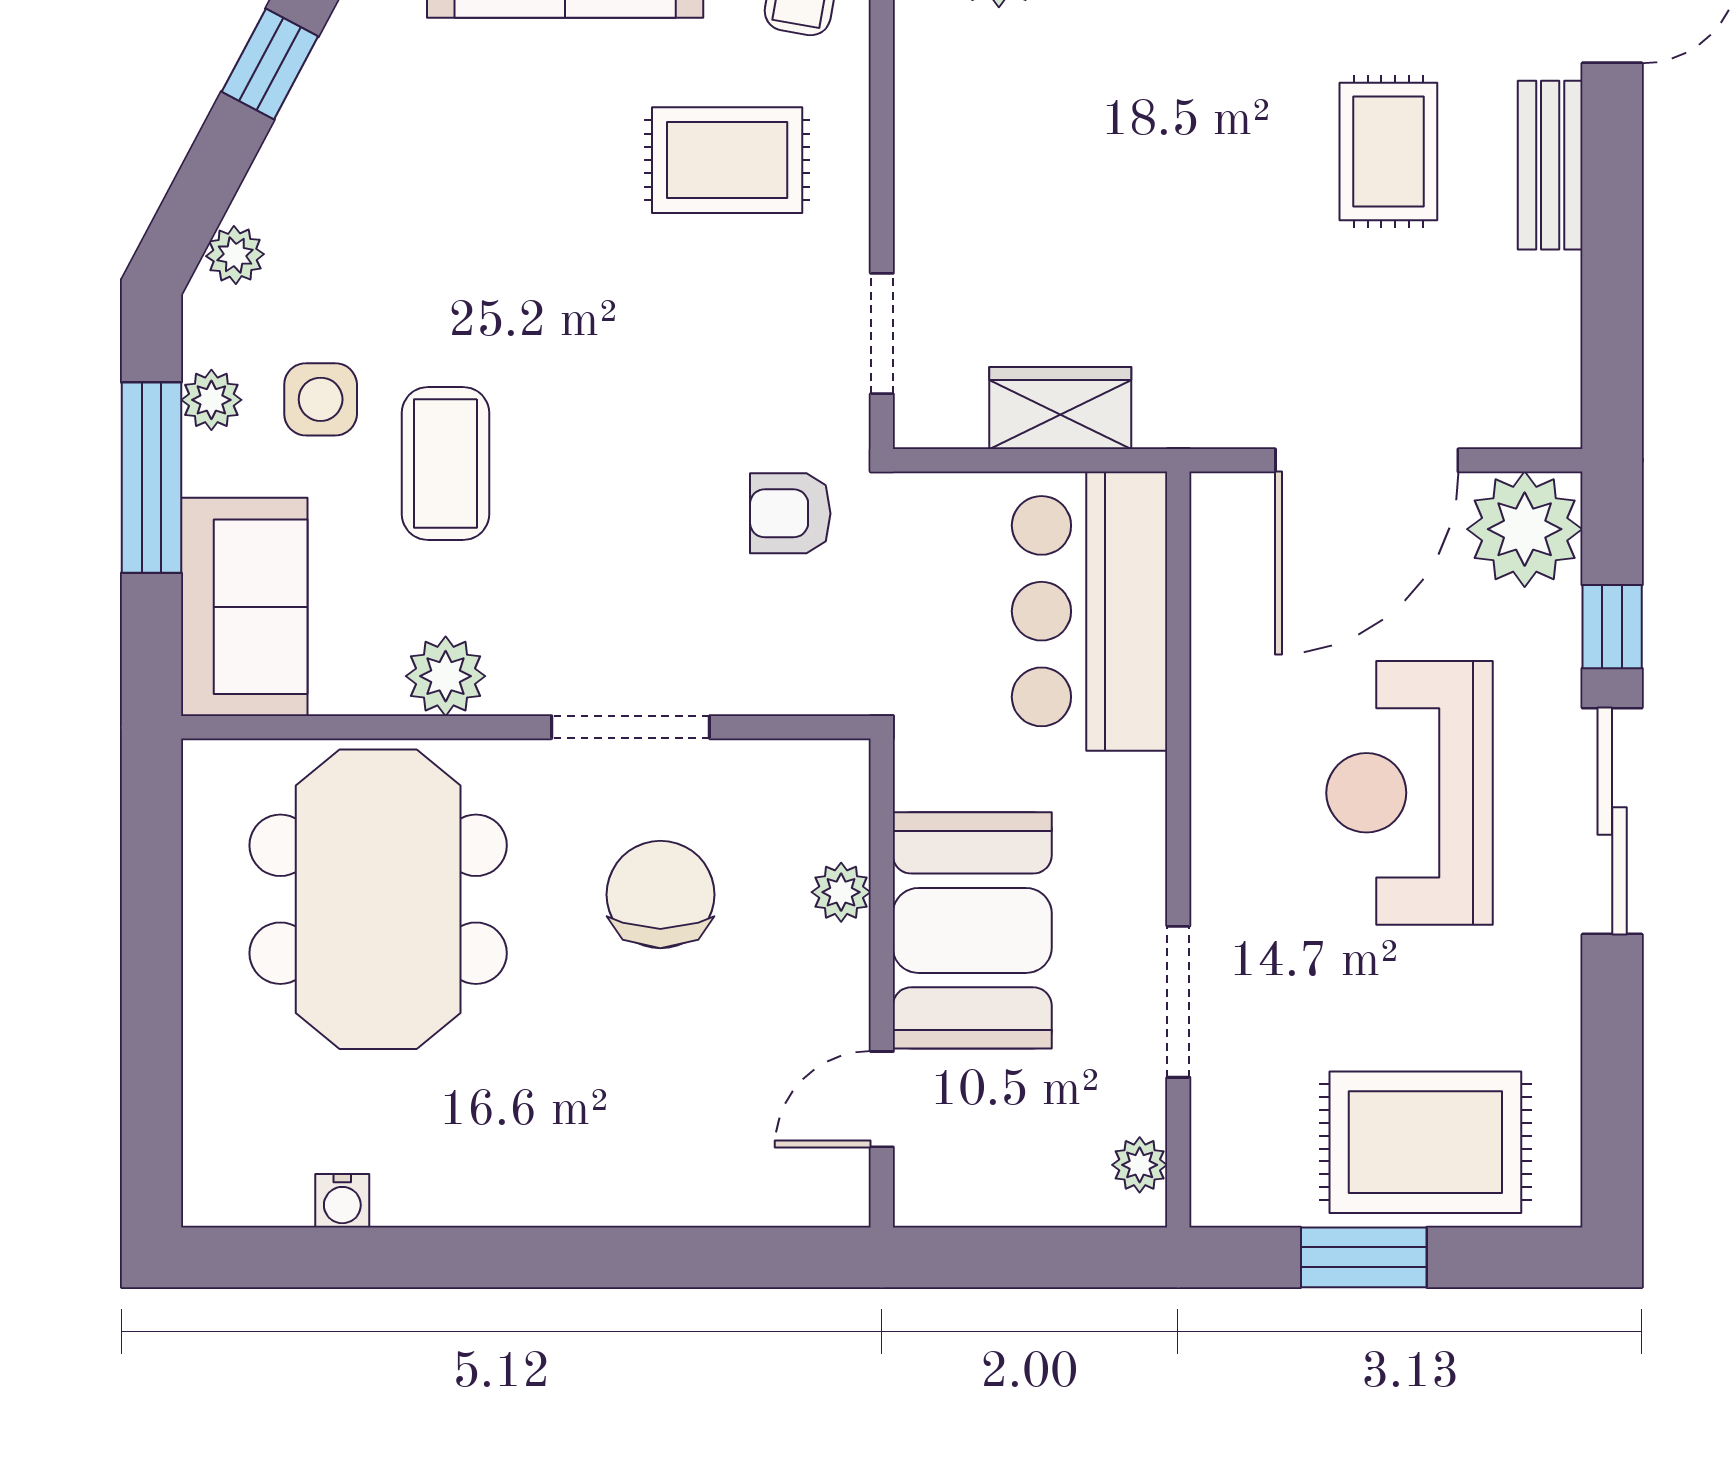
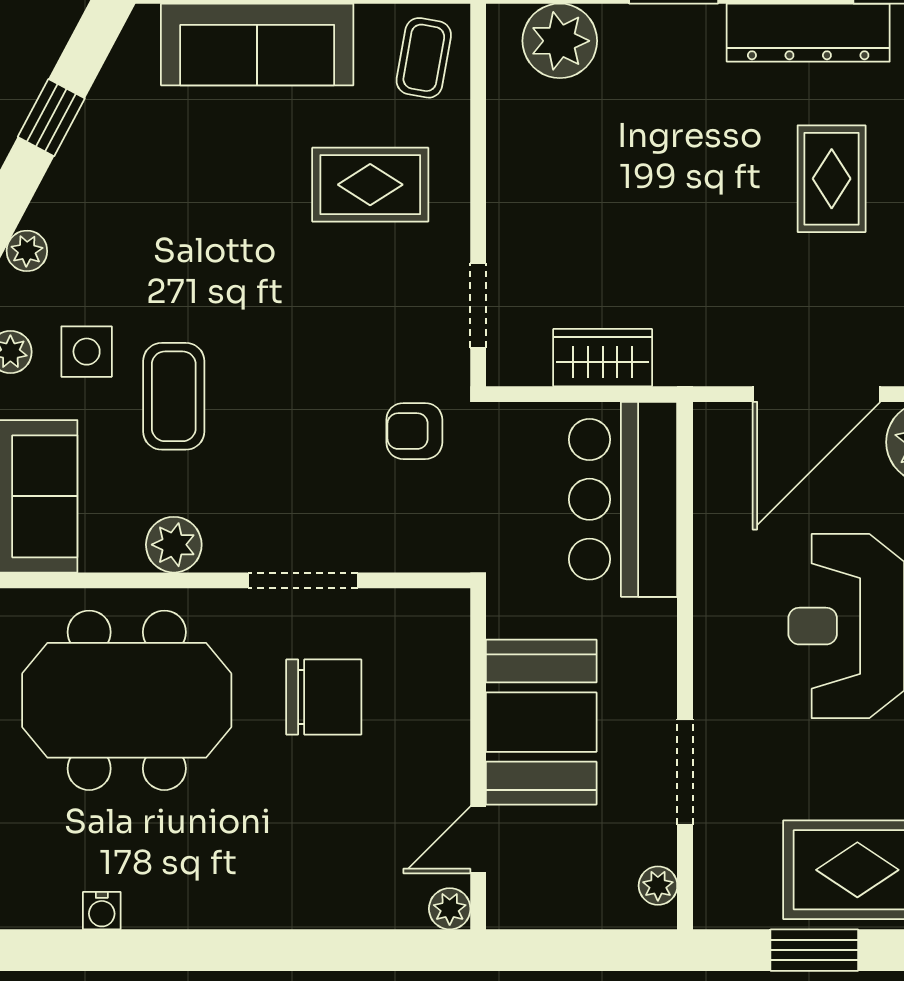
plant: (841, 892) -> (450, 909), moved
chair: (660, 895) -> (324, 697), turned 90
meeting table: (378, 899) -> (127, 700), turned 90

